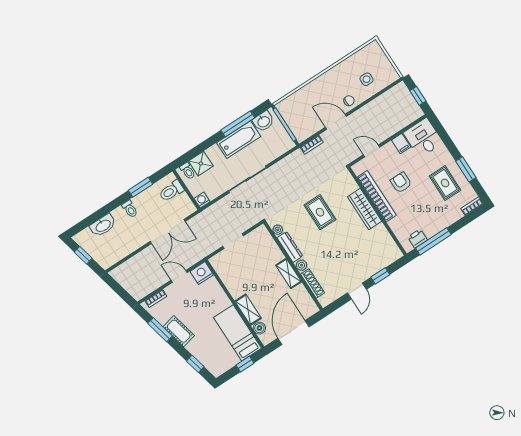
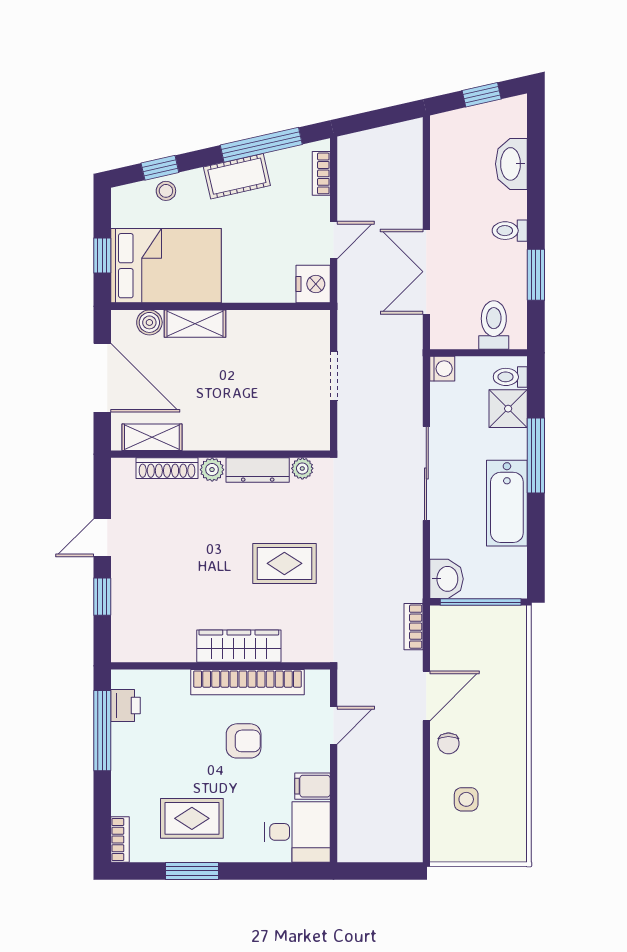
window: (418, 96) -> (377, 871), removed
washbasin: (263, 121) -> (446, 579), moved, turned 180
window: (238, 124) -> (536, 455), moved
shelving: (289, 273) -> (152, 437), moved
door: (357, 291) -> (102, 538), hinge flipped
window: (160, 330) -> (261, 145), width x1.44
bed: (237, 333) -> (166, 266), width x1.50
stool: (203, 356) -> (166, 191), added

